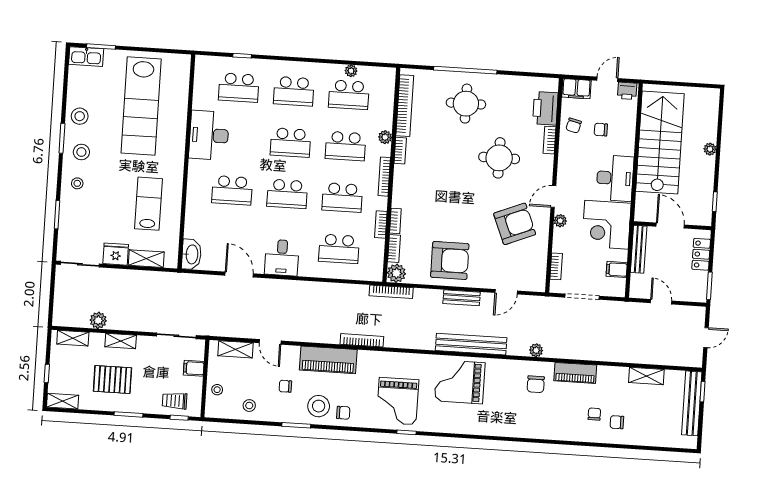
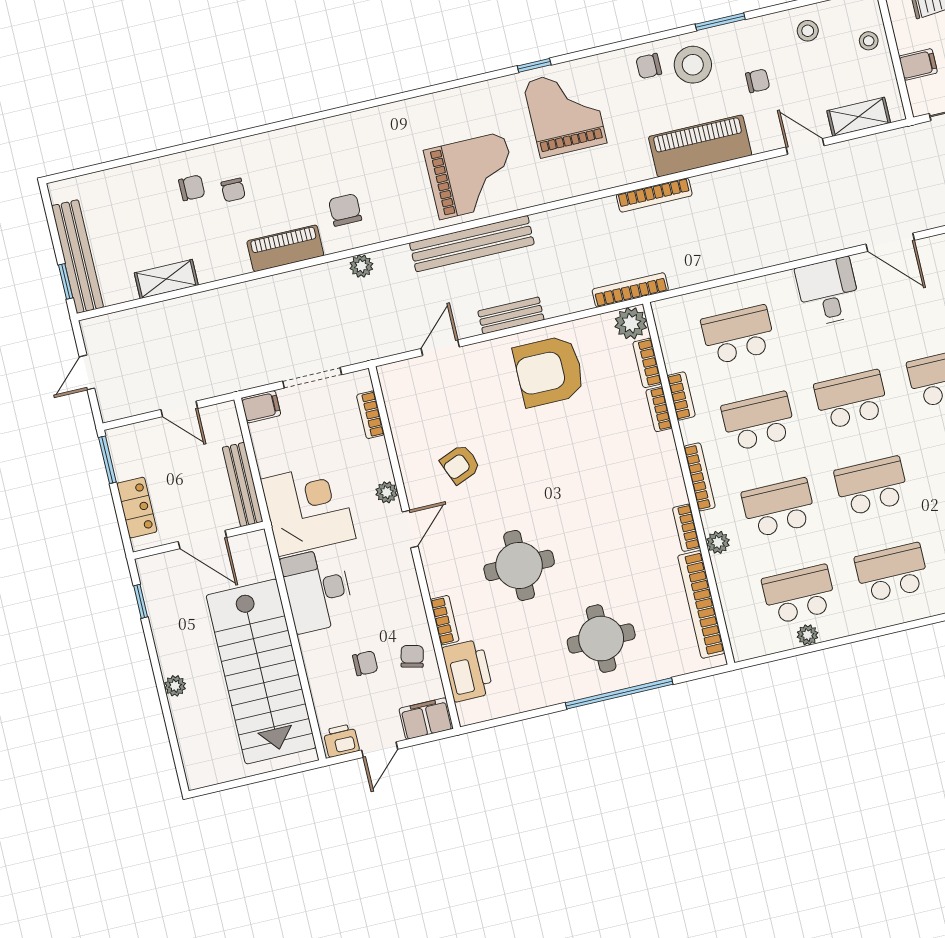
armchair: (515, 224) -> (460, 464), width x0.53, depth x0.53
filing cabinet: (617, 269) -> (261, 407), moved

